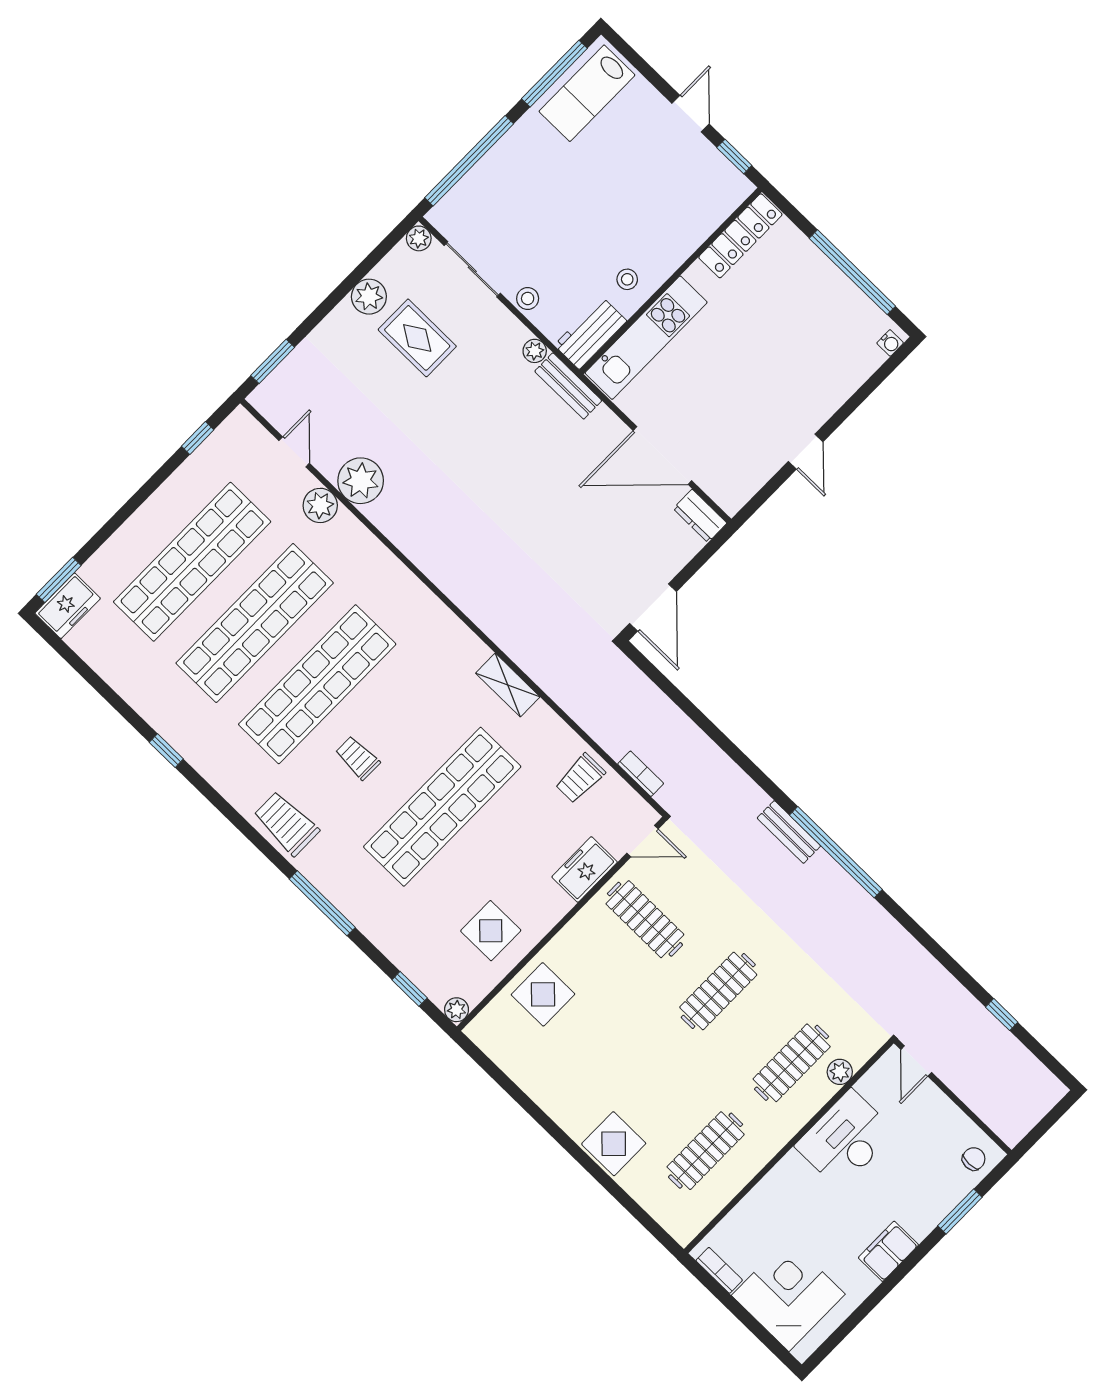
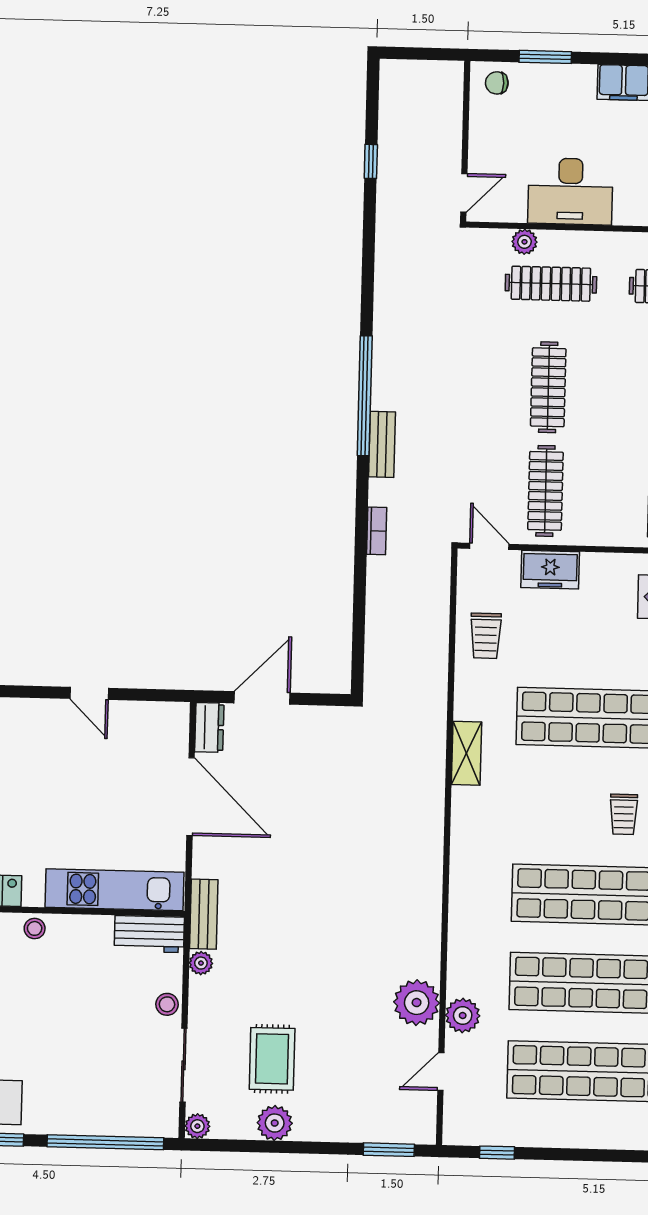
stool: (627, 279) -> (35, 928), moved
door: (806, 452) -> (89, 693), swing flipped
door: (653, 607) -> (262, 698), moved
bookcase: (641, 774) -> (377, 531), moved, turned 180
trolley: (580, 778) -> (486, 636), turned 90
clothes rail: (718, 991) -> (548, 387), turned 90

